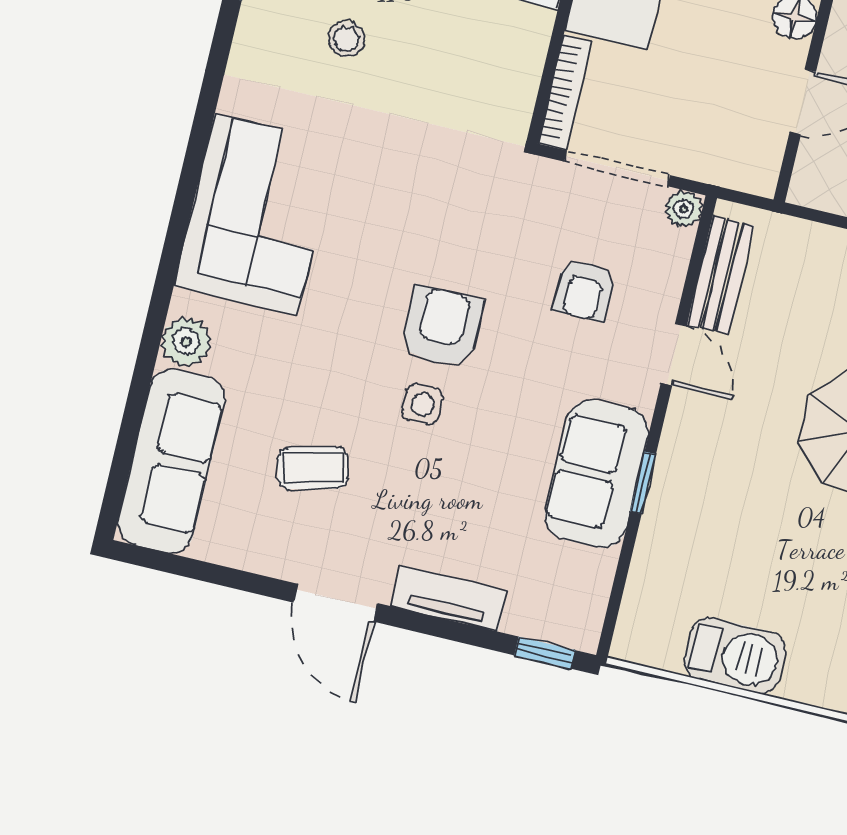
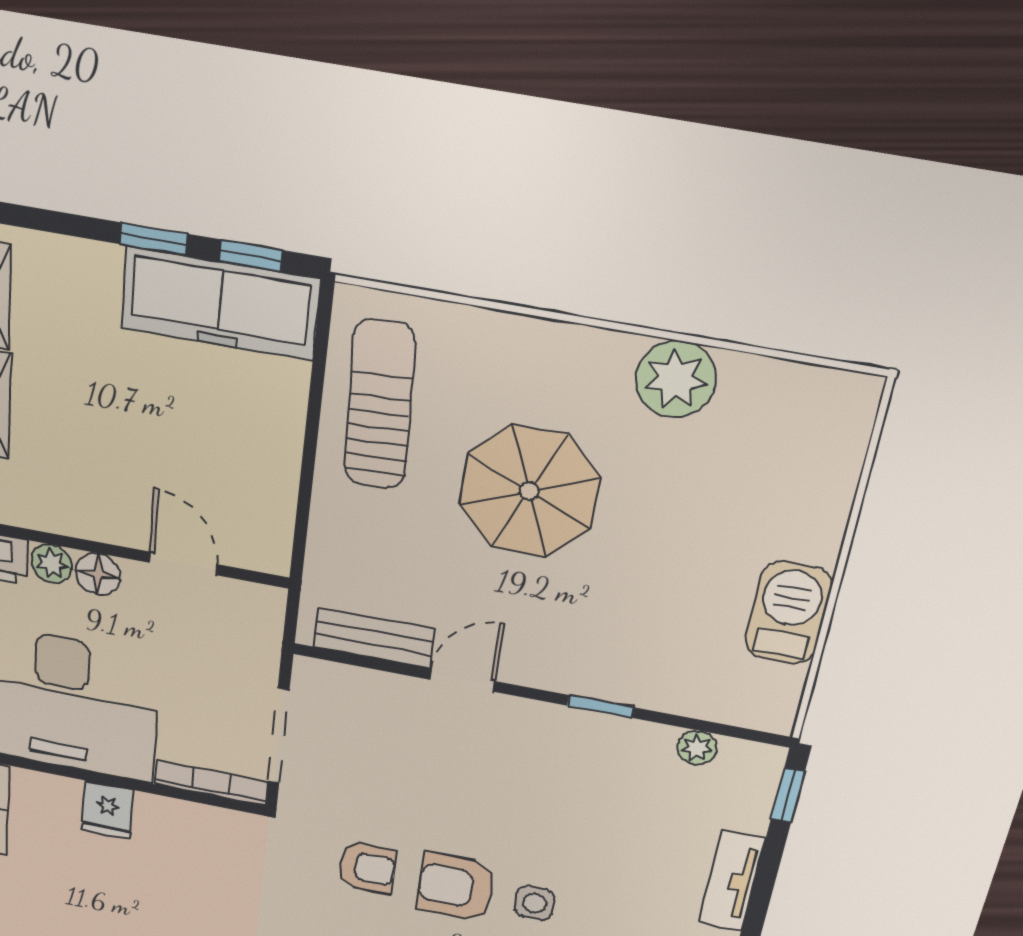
plant: (684, 209) -> (697, 748), moved
armchair: (584, 290) -> (367, 868), moved
sofa: (597, 474) -> (594, 750), removed

